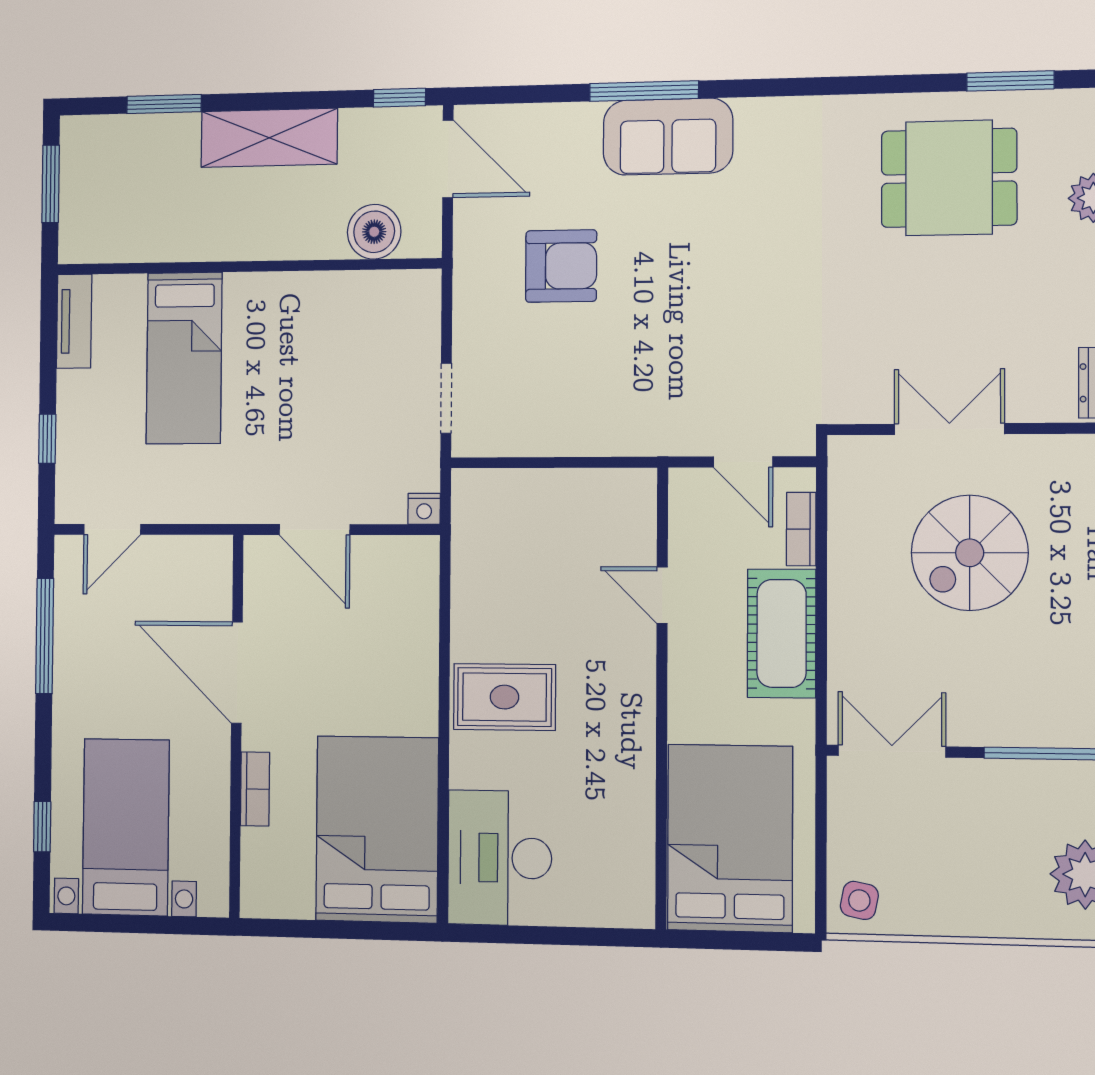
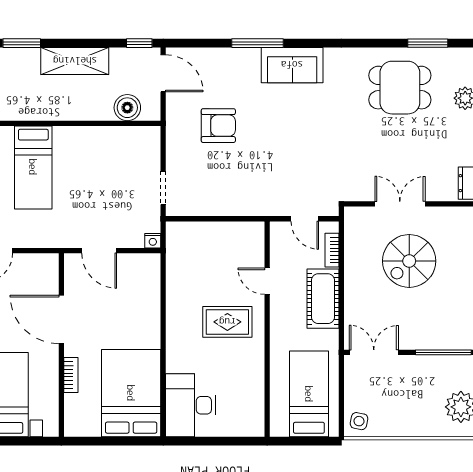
sofa: (668, 137) -> (292, 65), moved
rug: (504, 697) -> (227, 322), moved
bed: (730, 838) -> (309, 394), width x0.67

